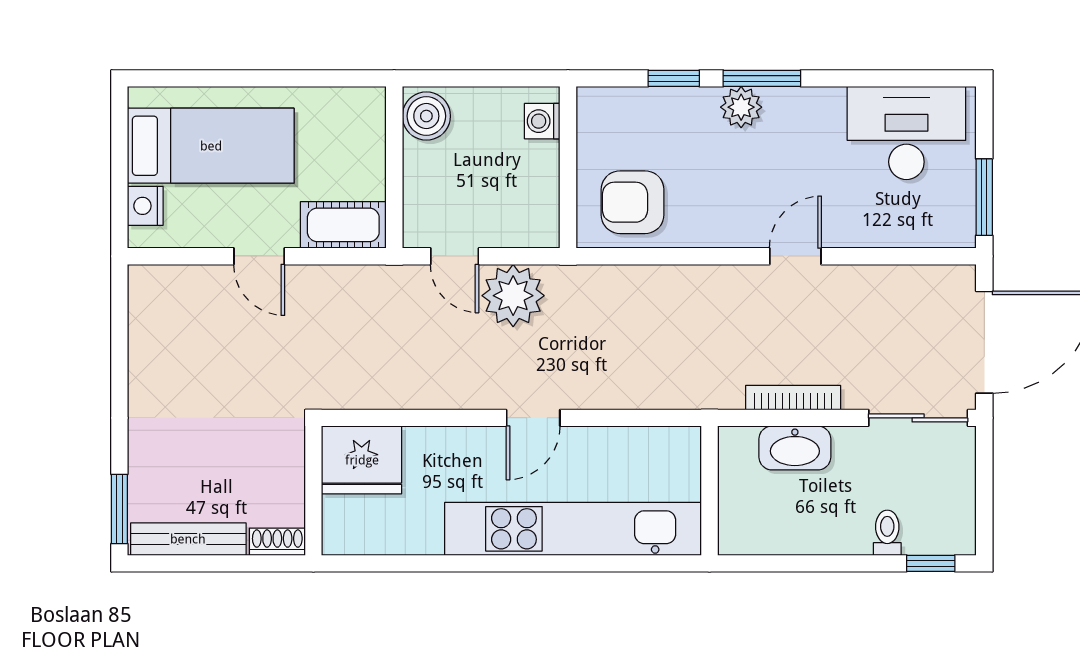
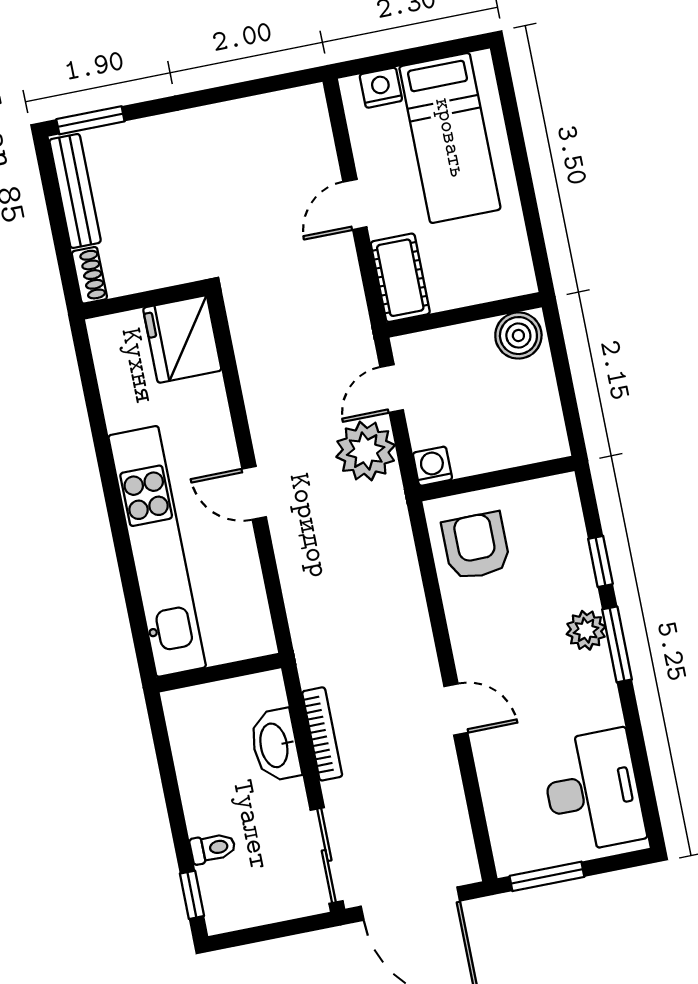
washing machine: (542, 121) -> (432, 466), moved

